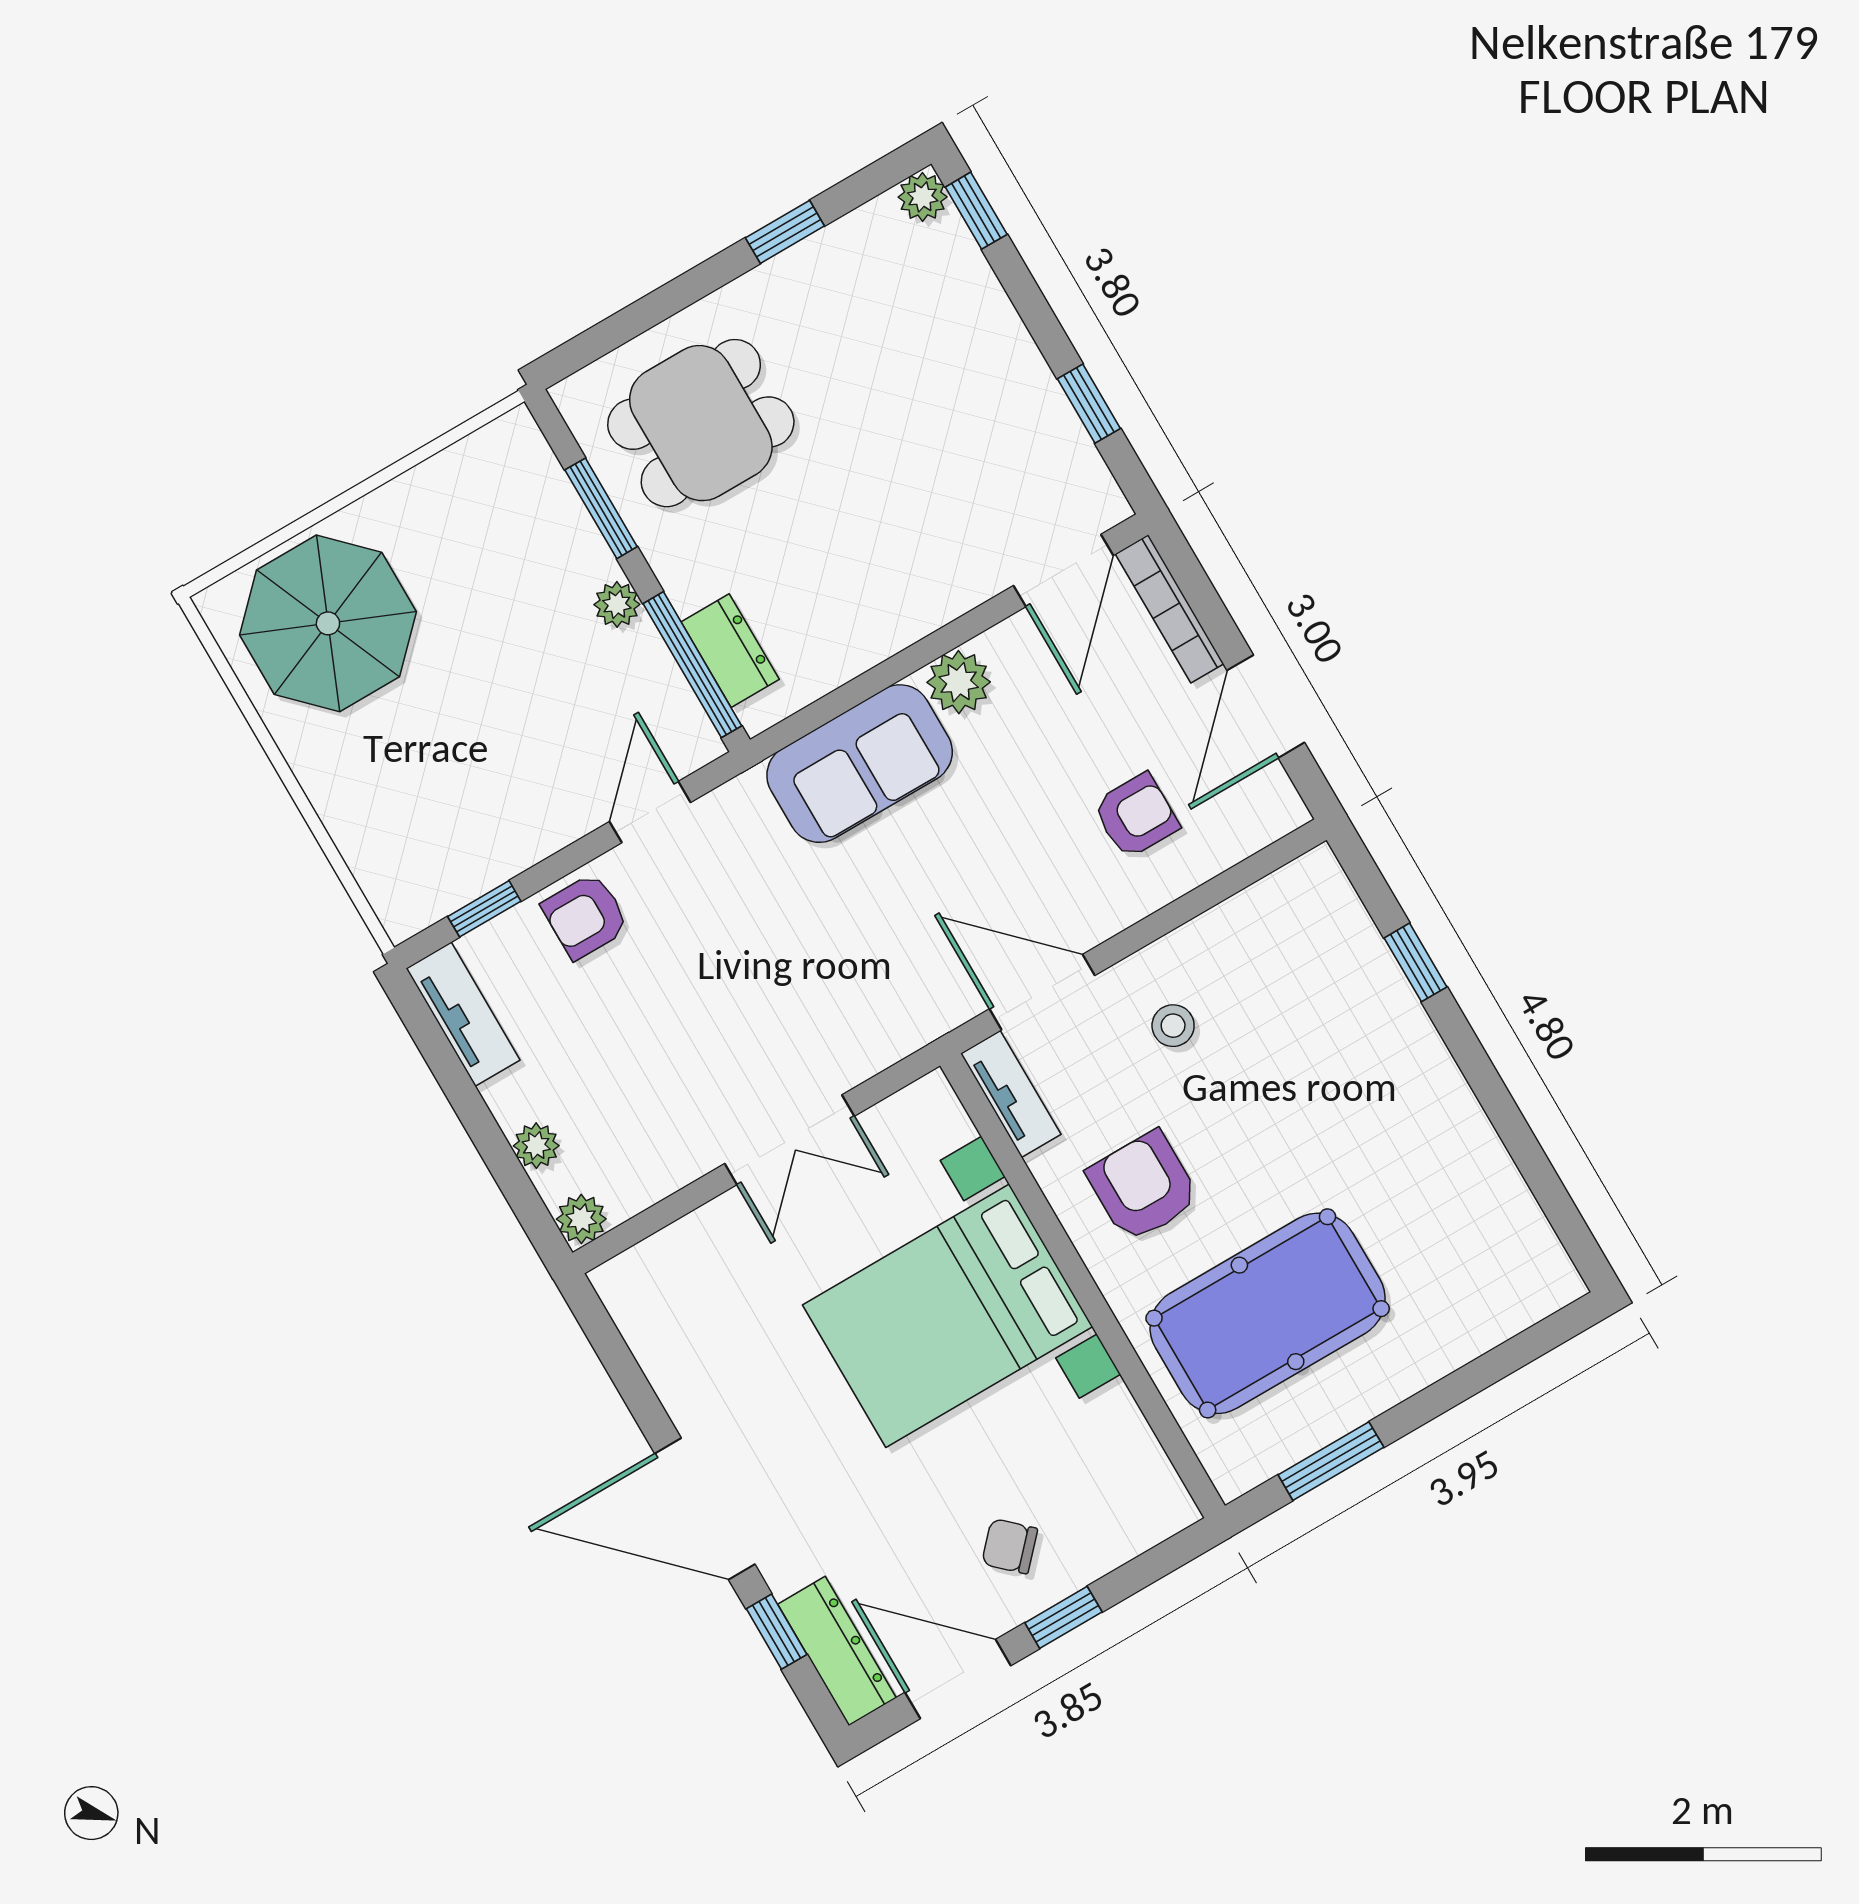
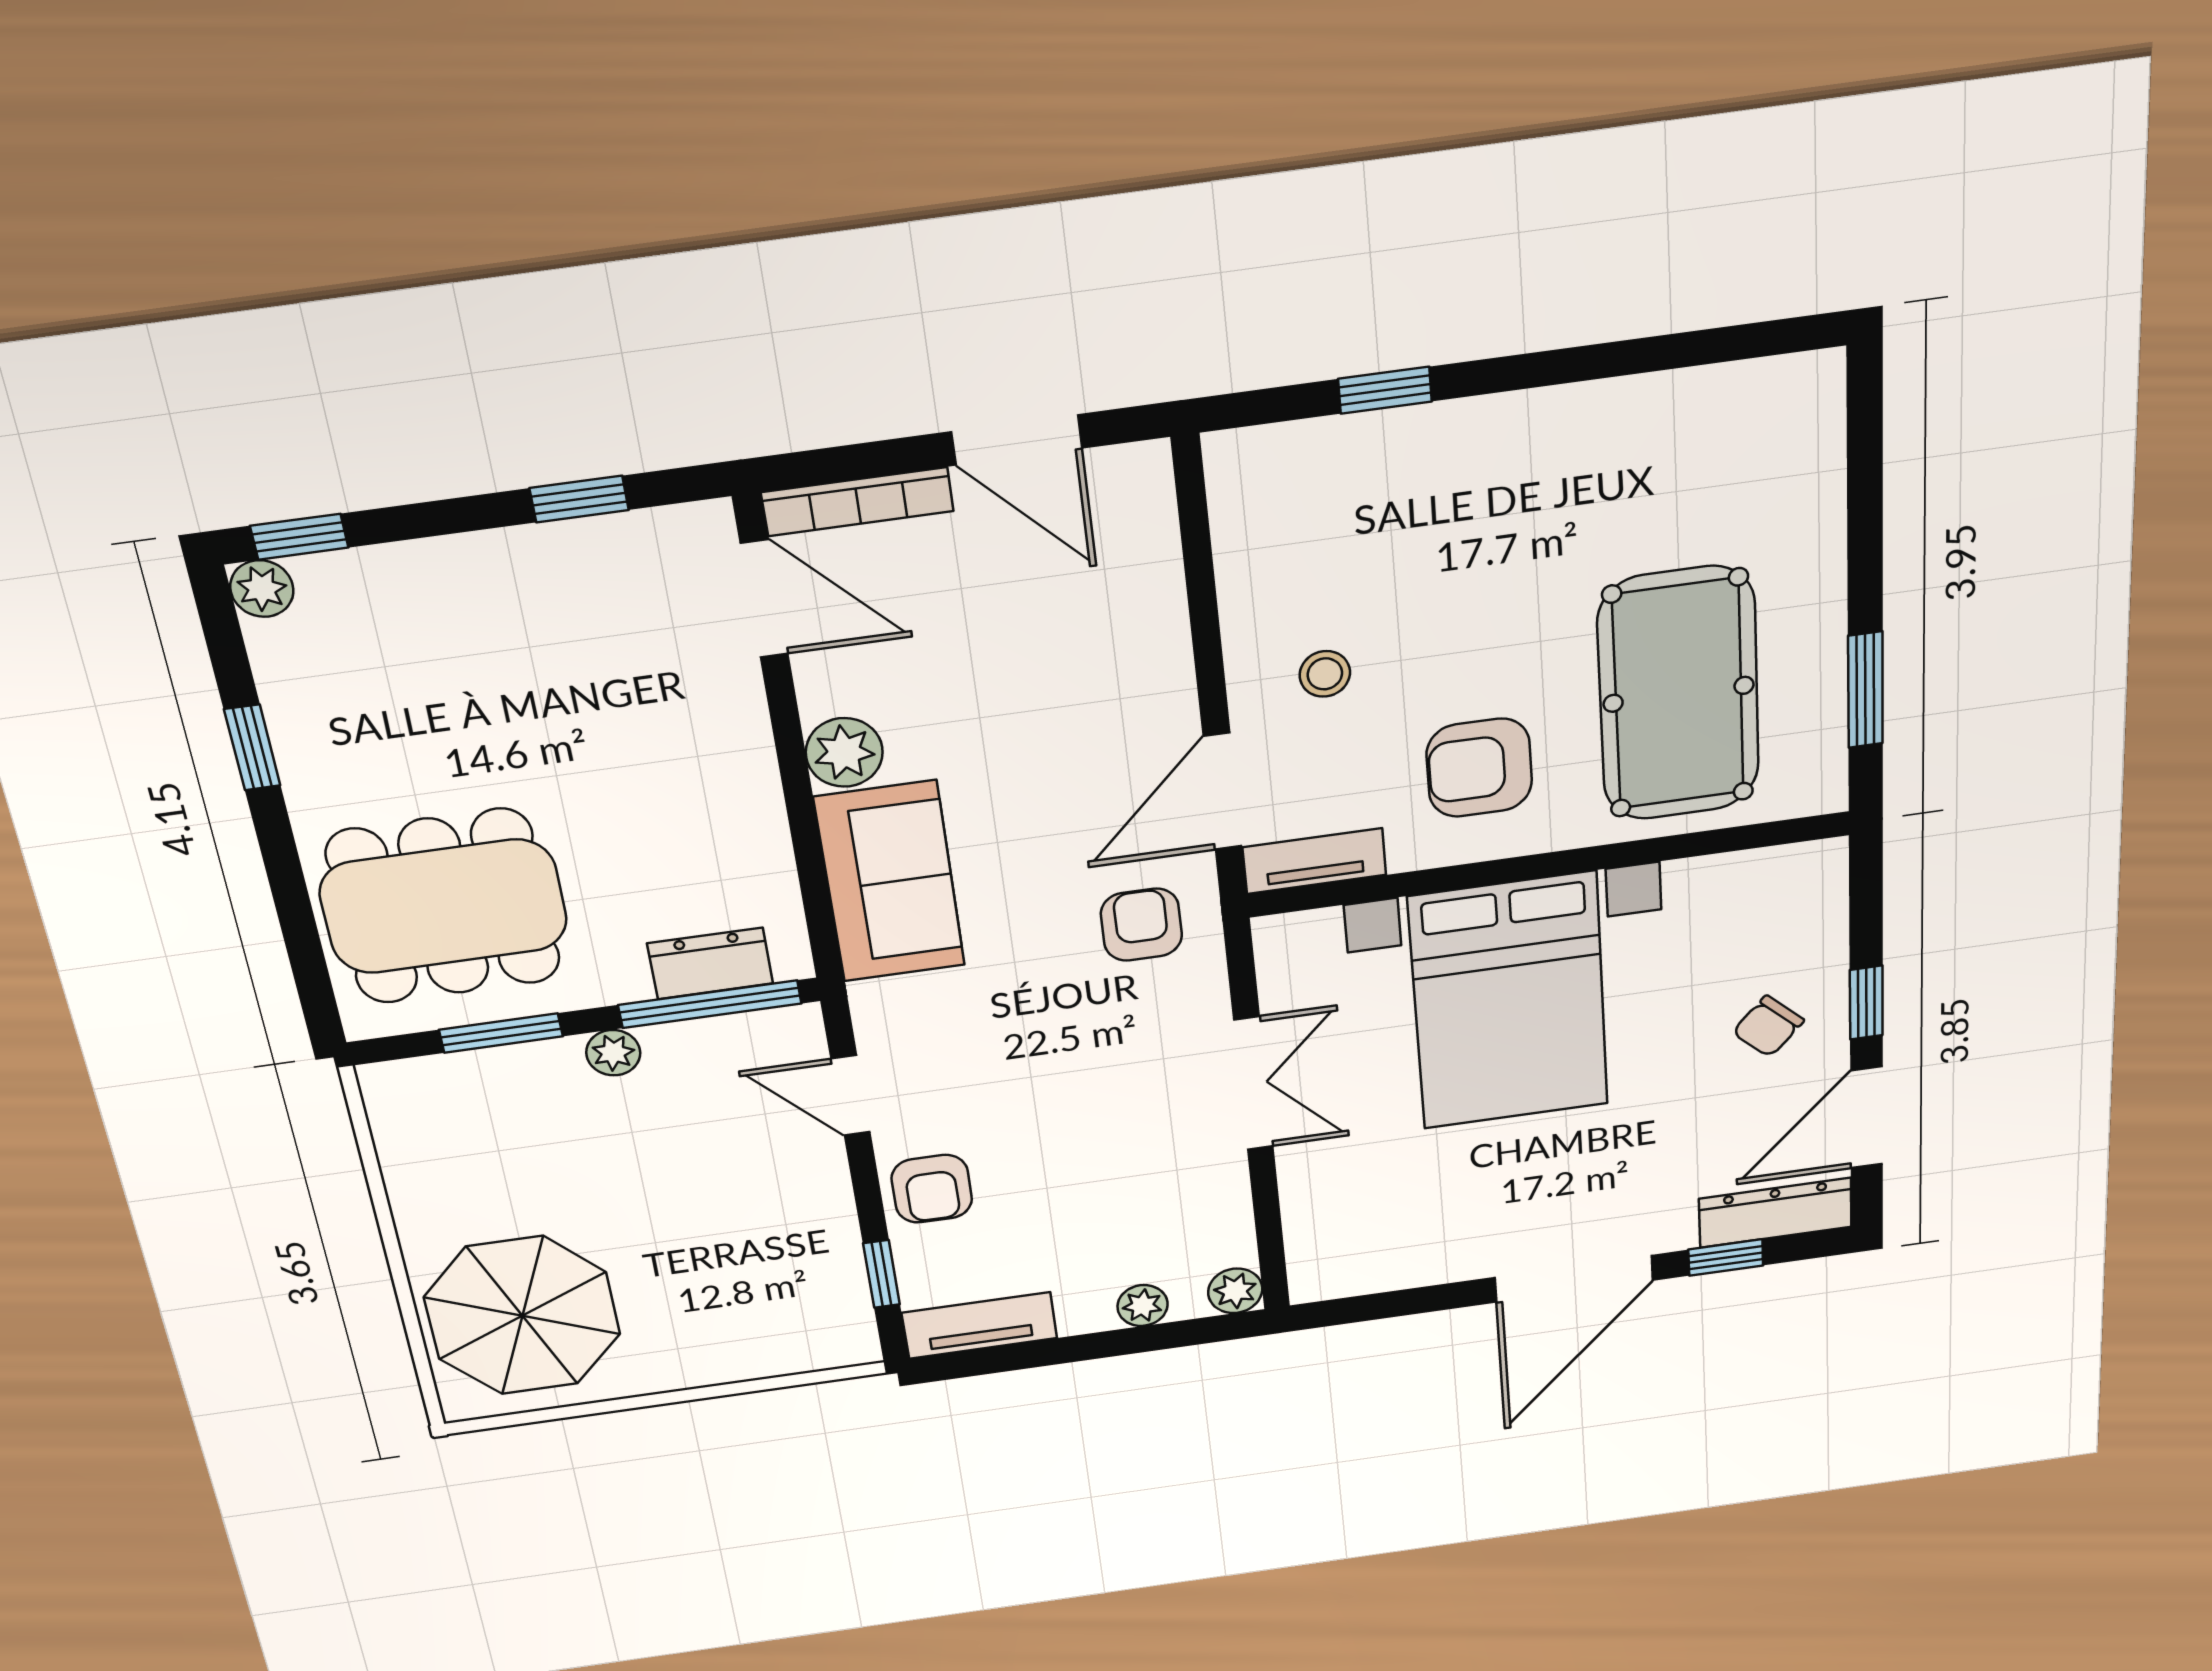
dining table: (701, 423) -> (444, 906), width x1.38
armchair: (1136, 816) -> (1141, 925), moved

